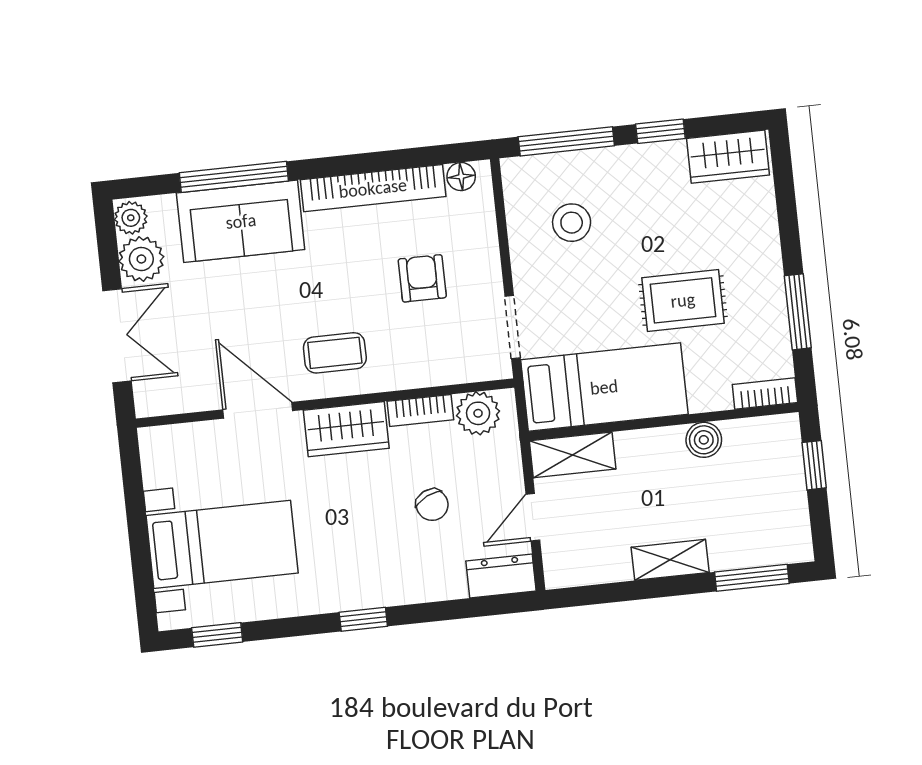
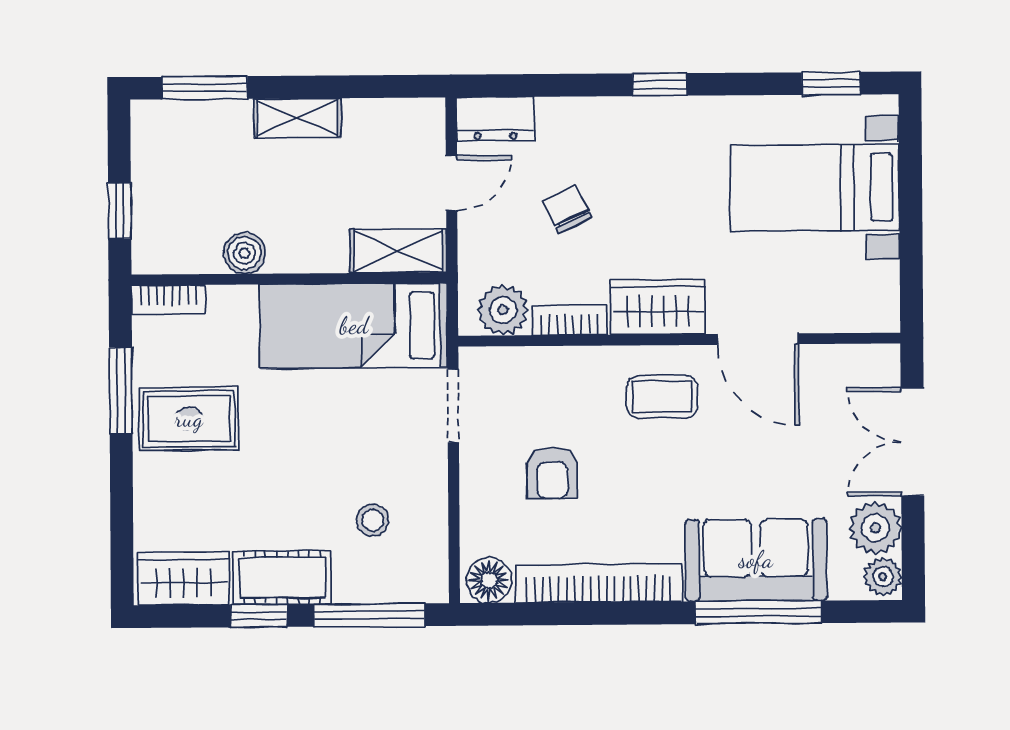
cot: (644, 166) -> (282, 578), added
floor lamp: (461, 177) -> (489, 580), width x1.37, depth x1.37
stool: (572, 223) -> (373, 520), width x0.73, depth x0.73
rug: (683, 300) -> (189, 419), moved

